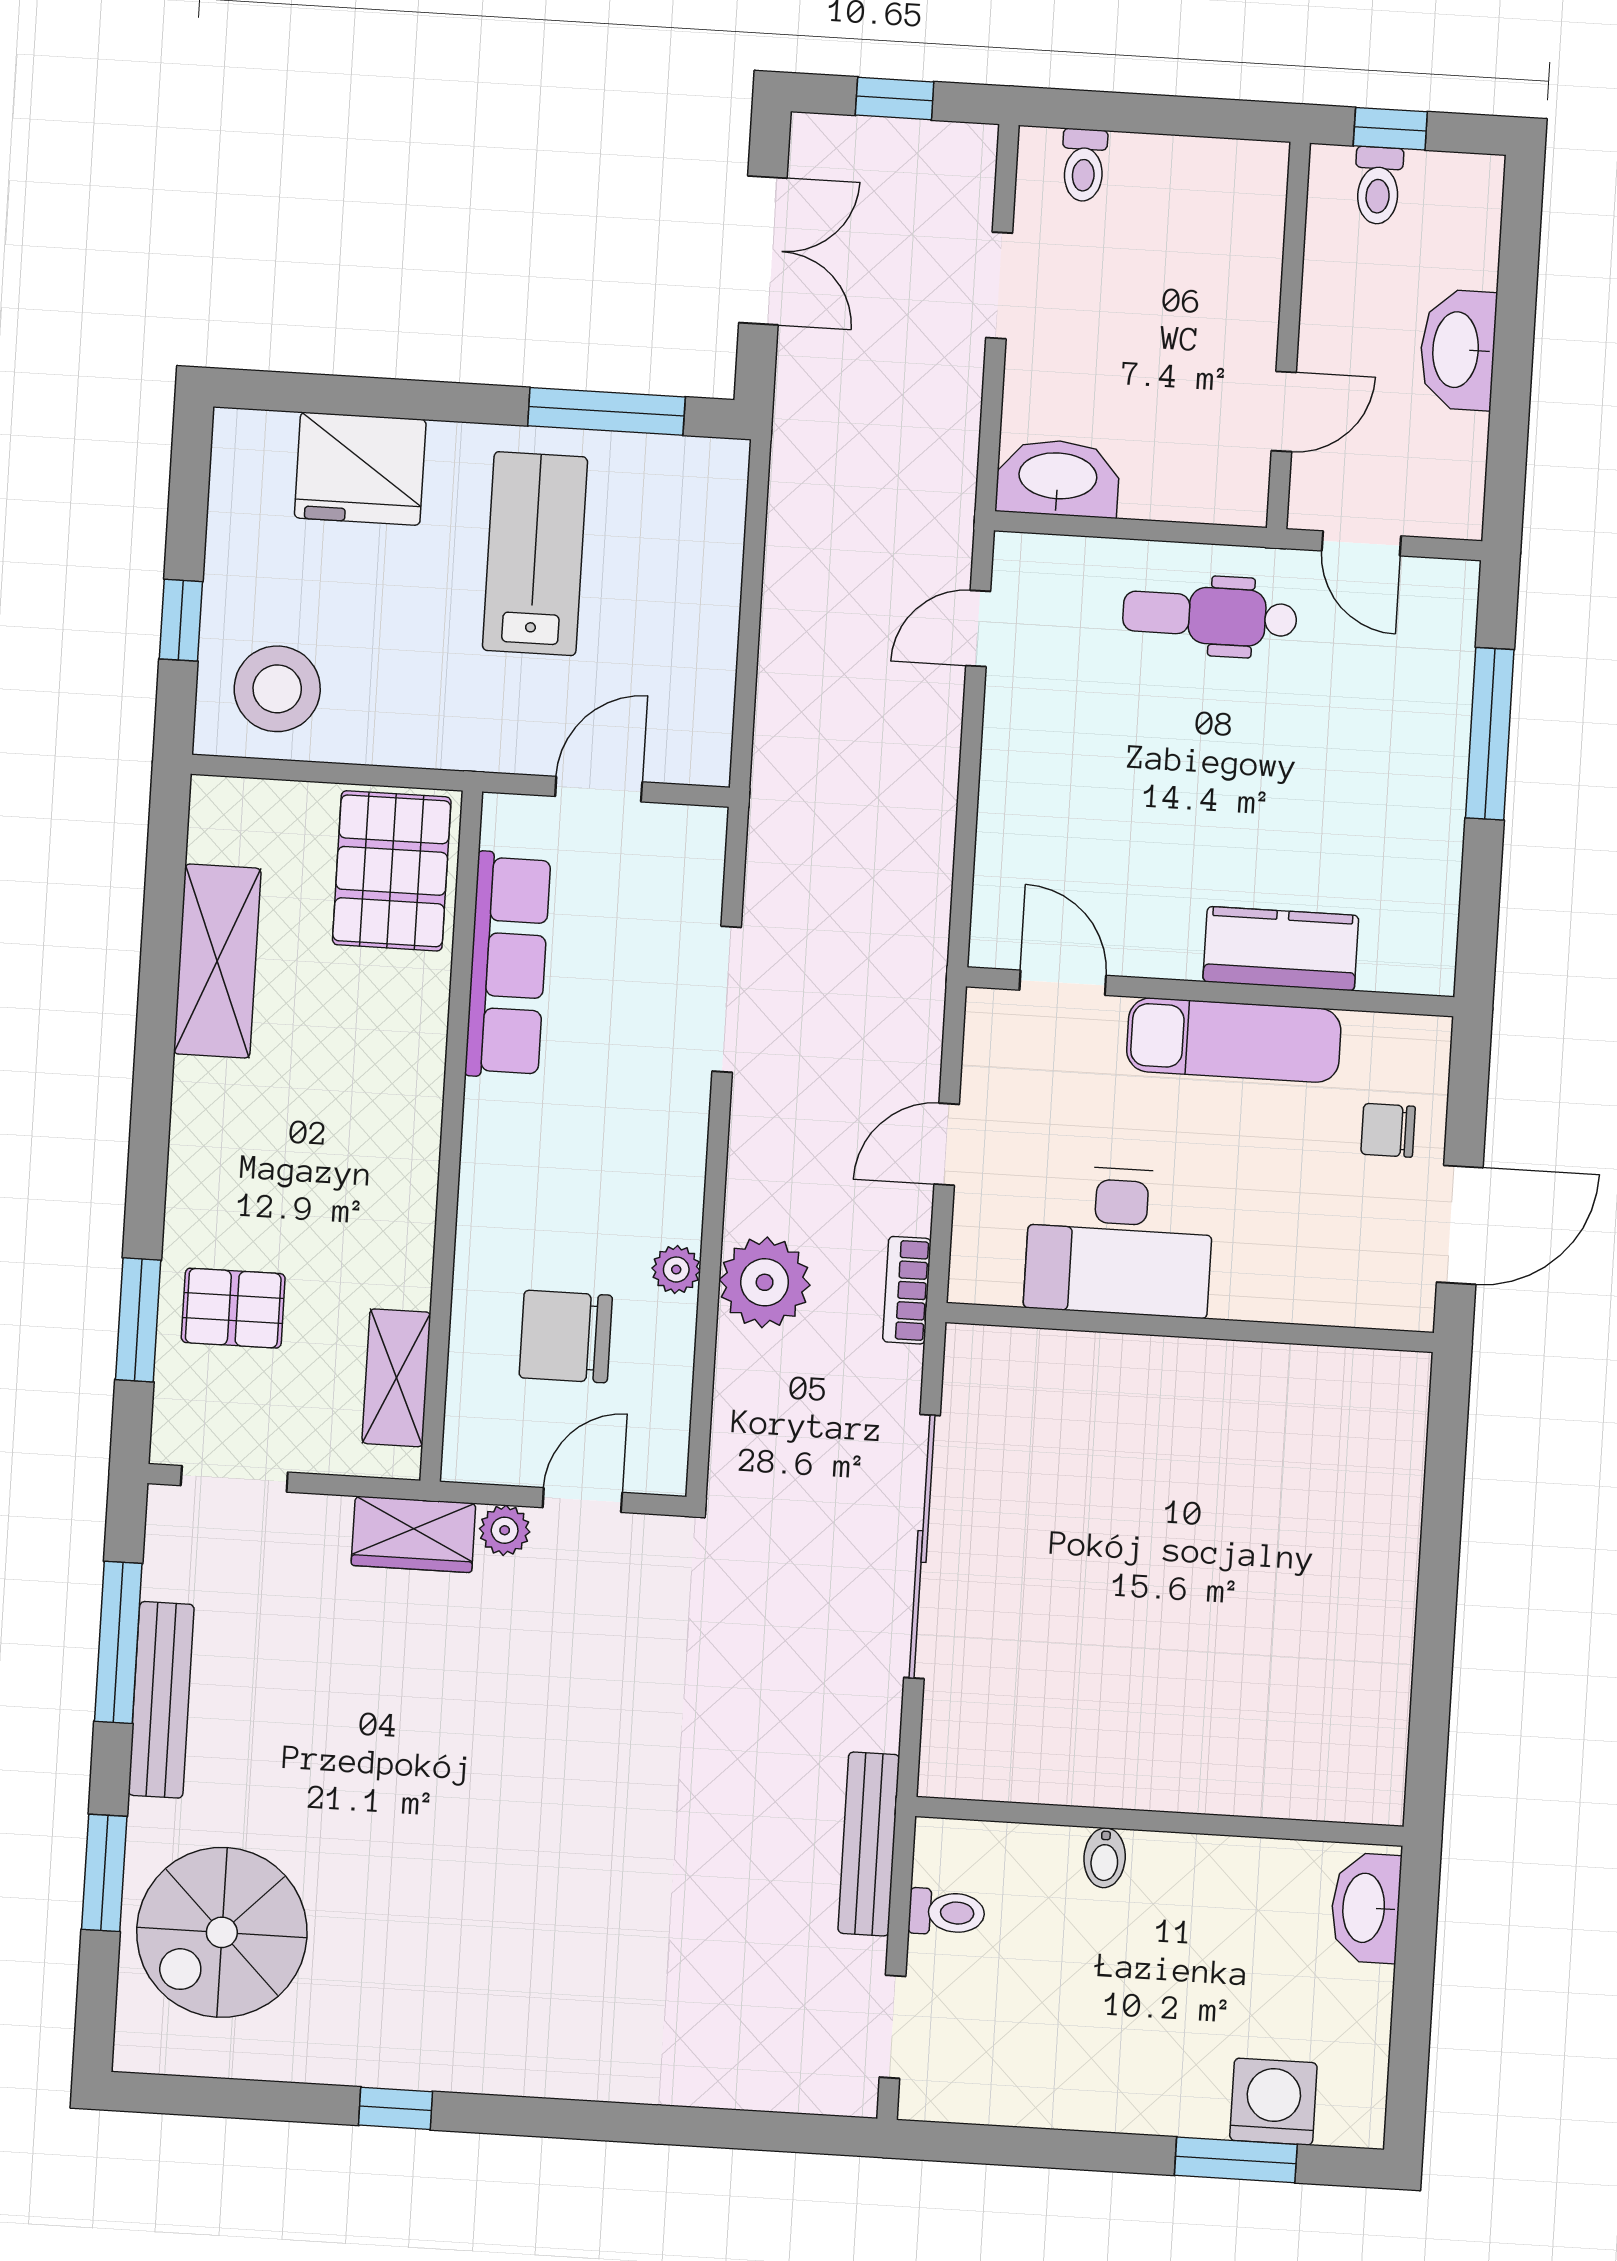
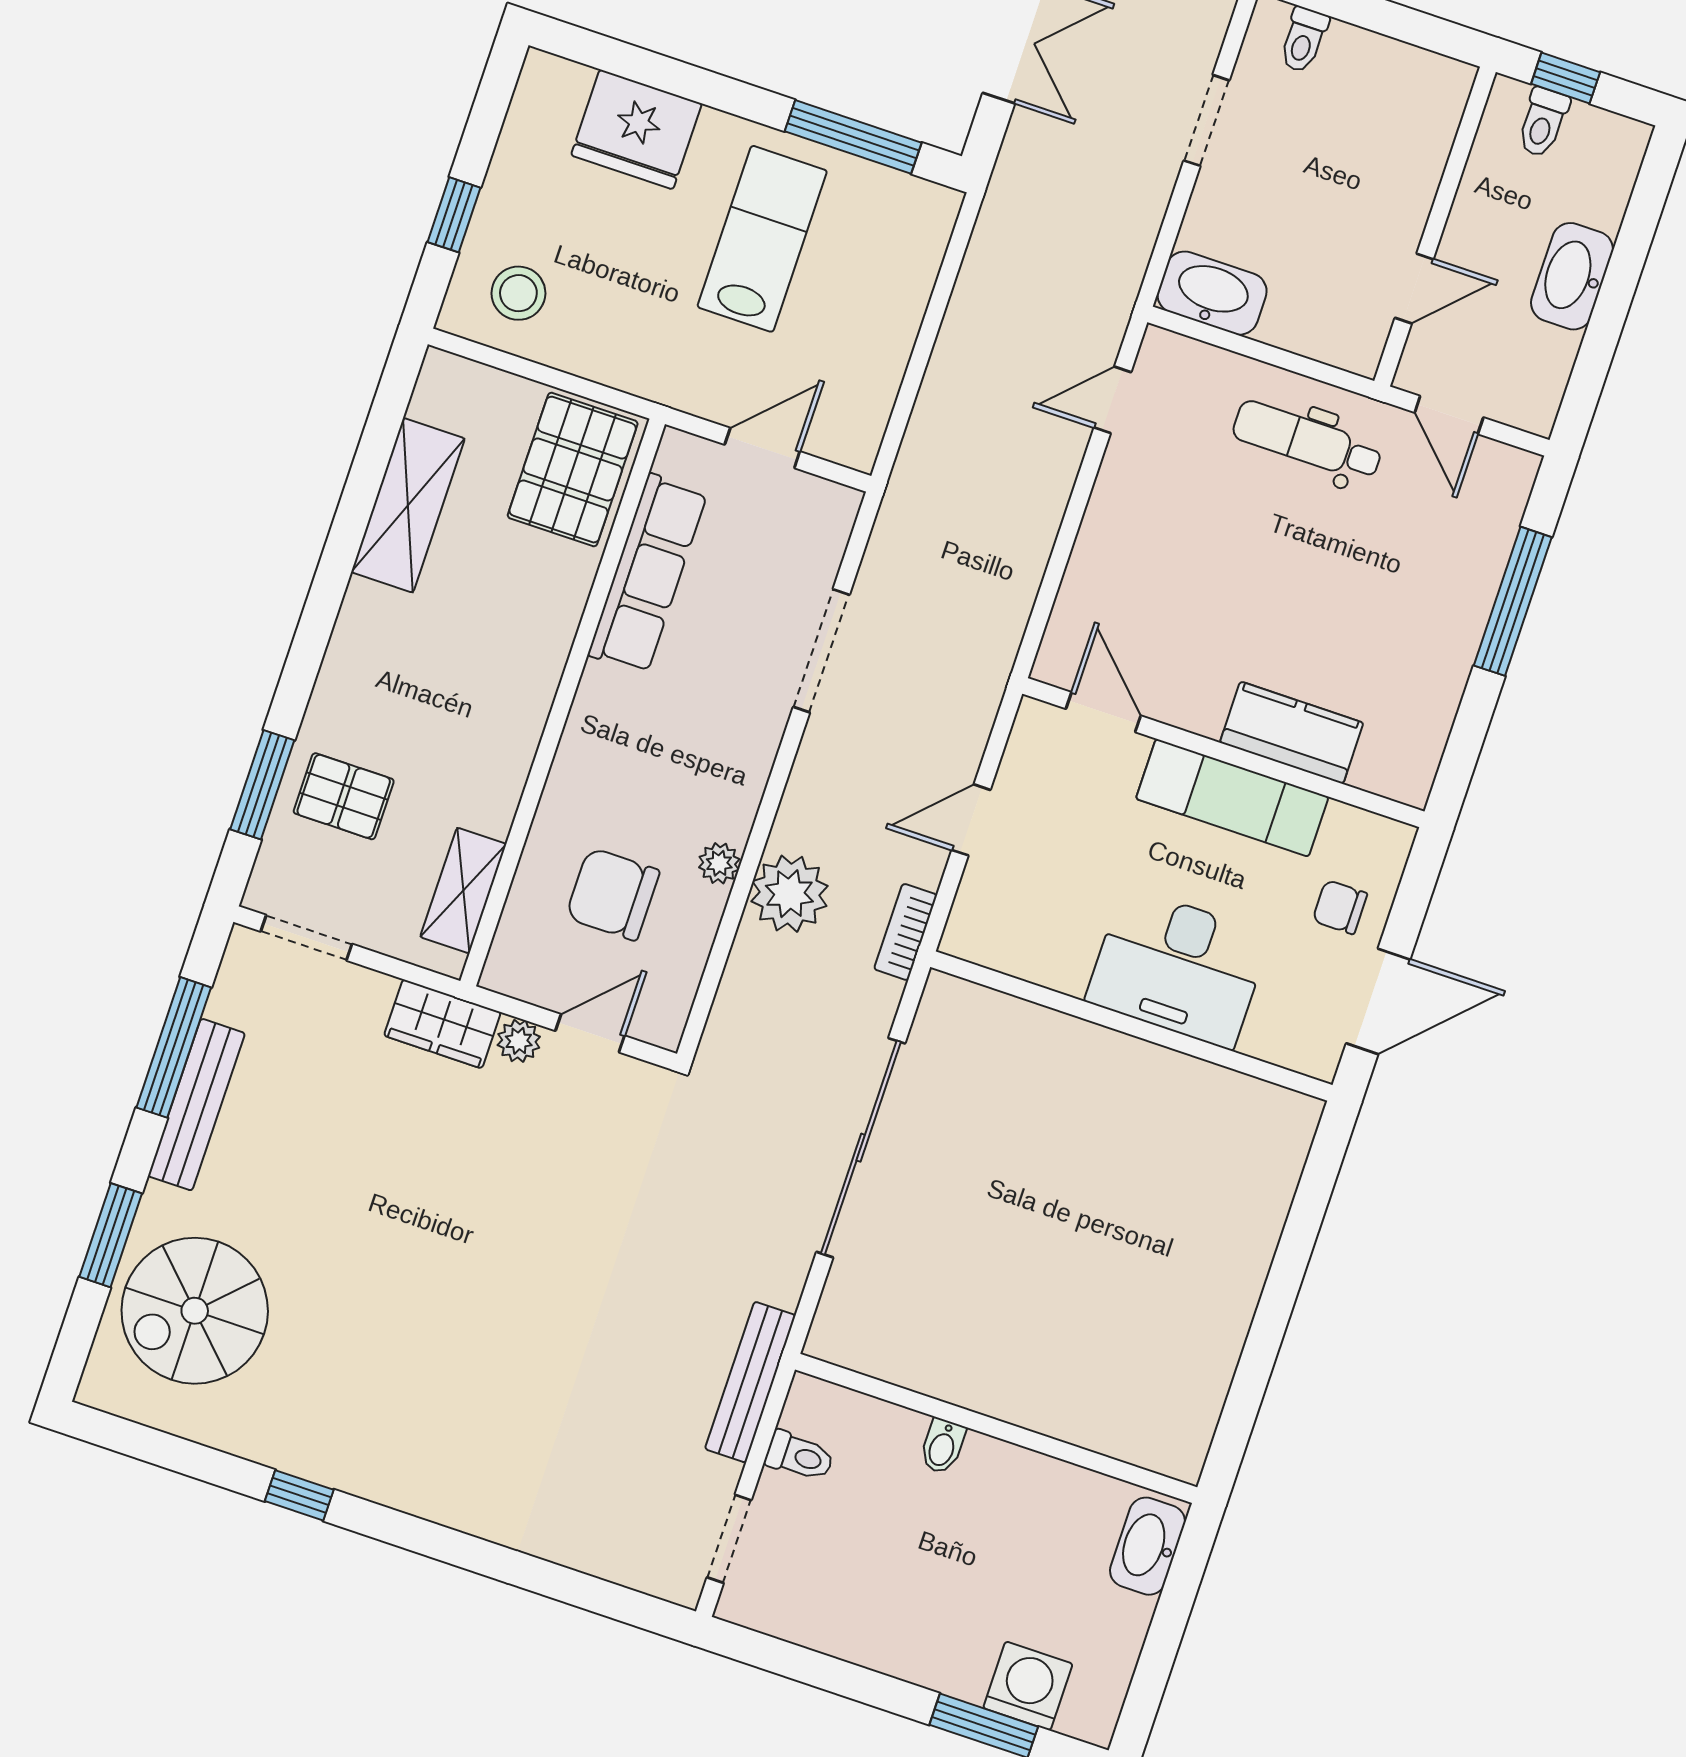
stool: (277, 689) -> (518, 293), width x0.73, depth x0.73
desk: (1119, 1241) -> (1178, 968), moved

